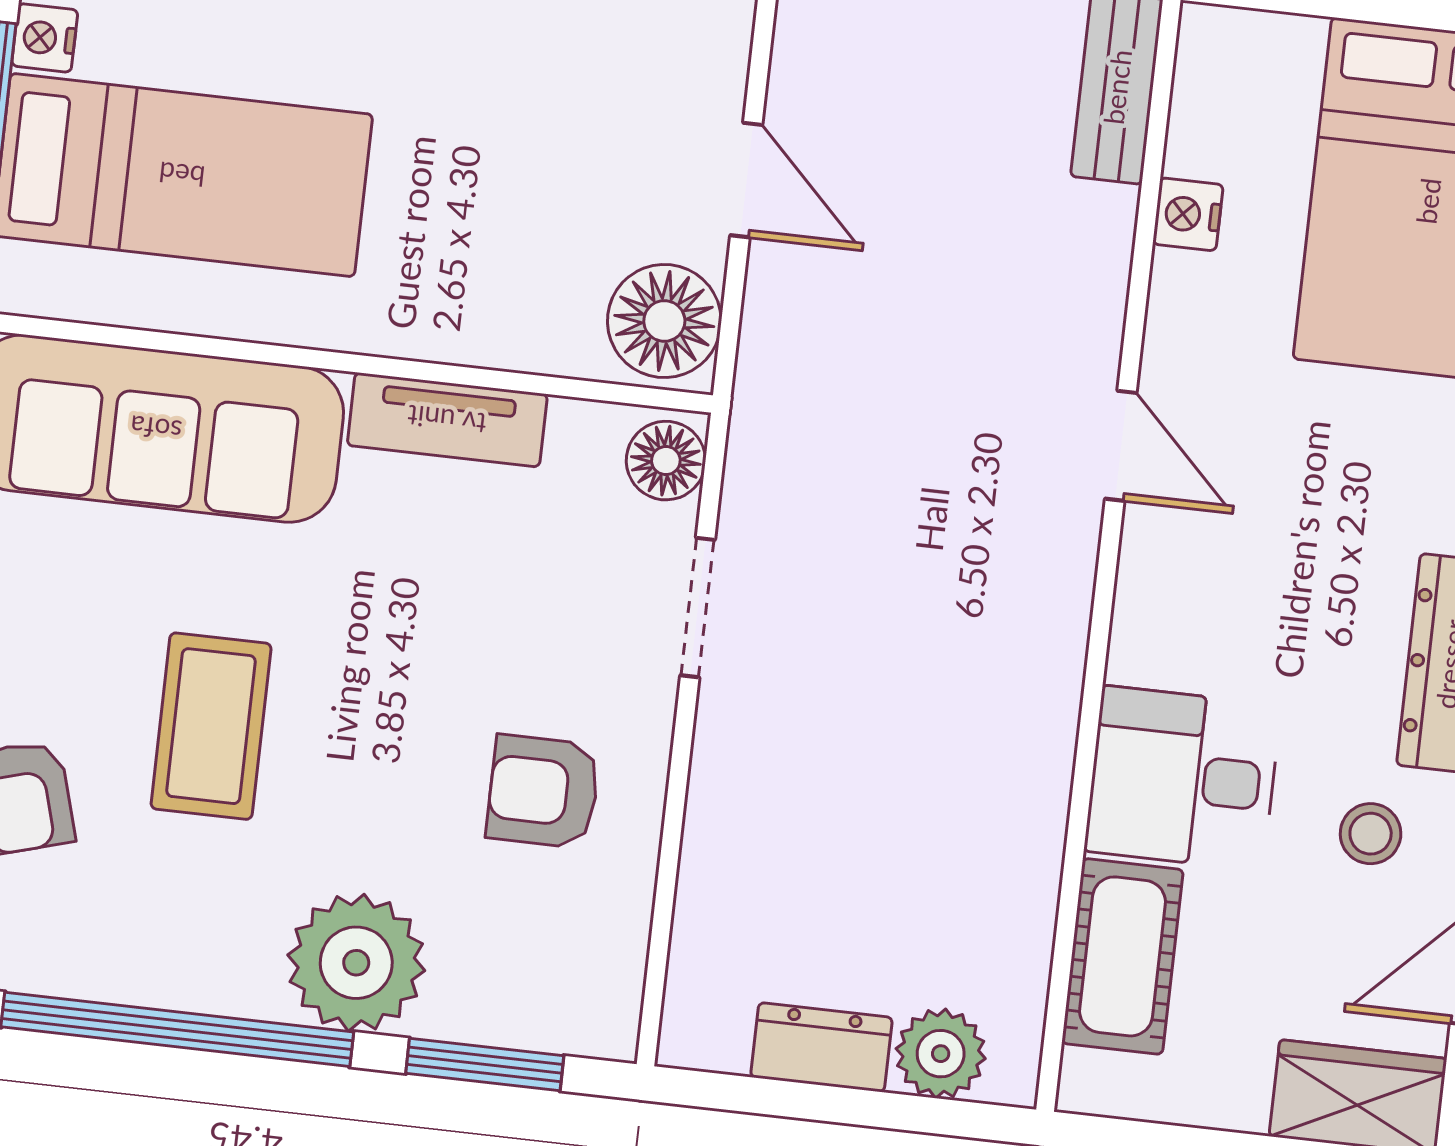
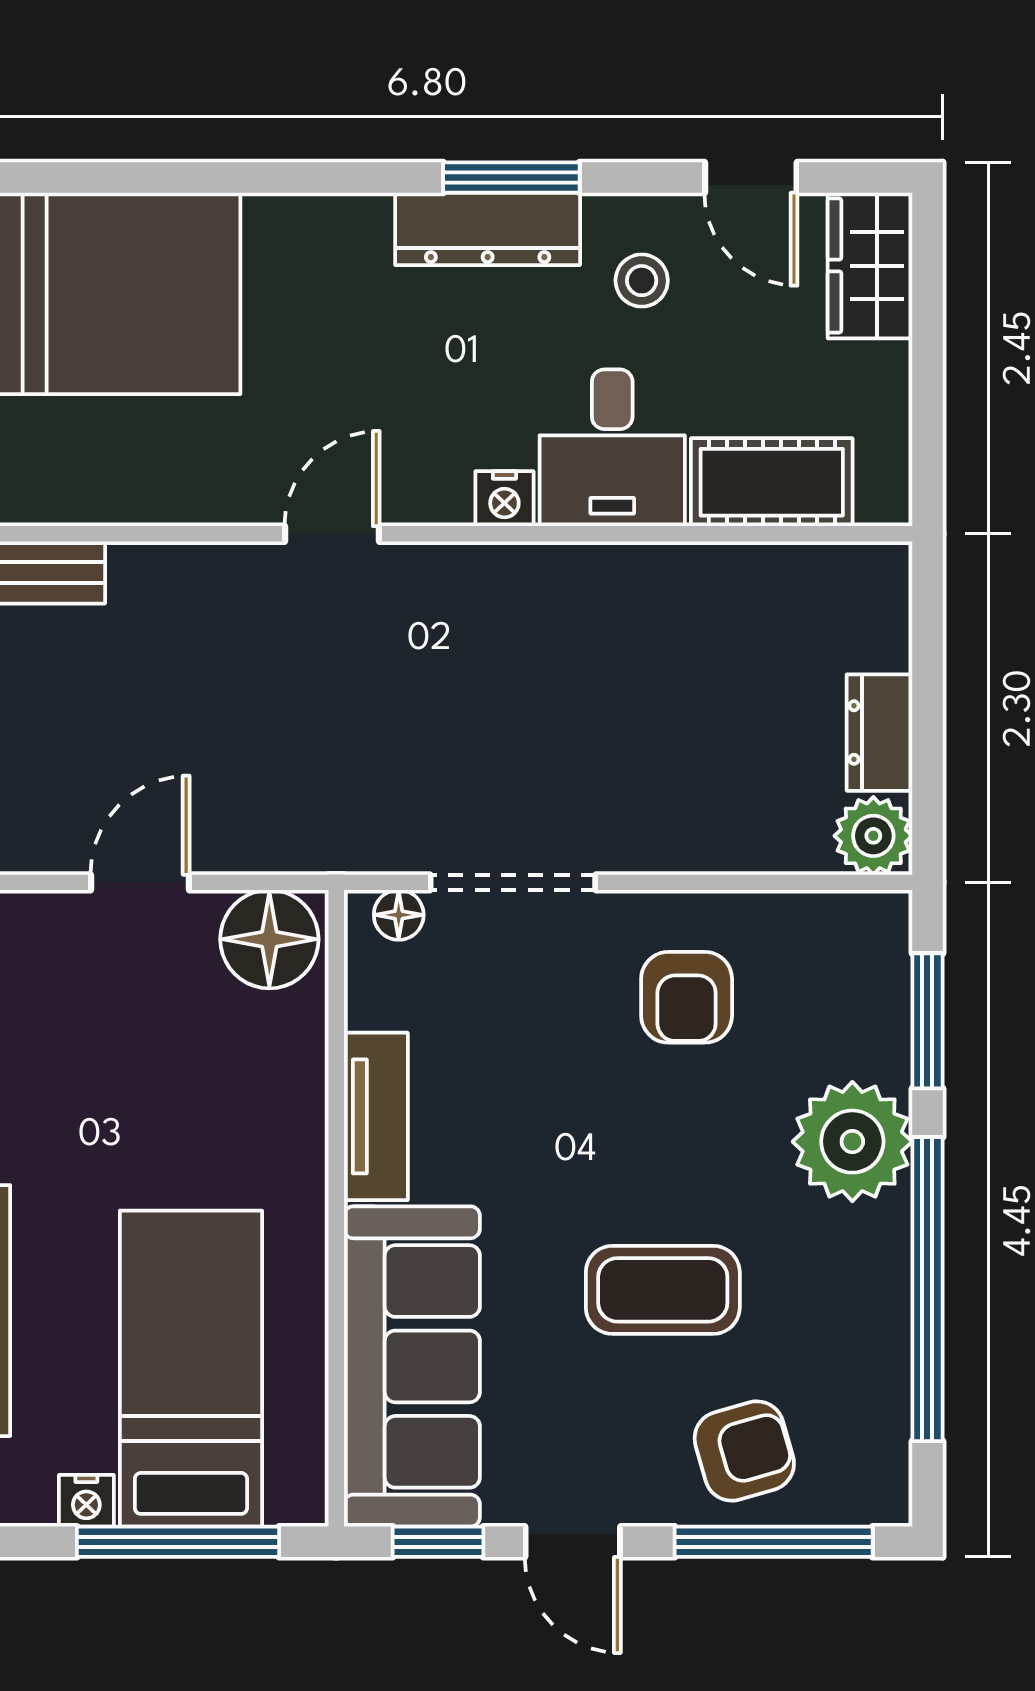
nightstand: (1188, 214) -> (504, 499), moved
floor lamp: (666, 461) -> (399, 915), width x0.73, depth x0.73
doorway: (698, 608) -> (513, 882), width x1.38
plant: (941, 1054) -> (873, 836), moved

